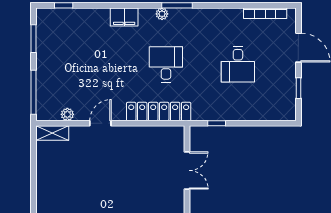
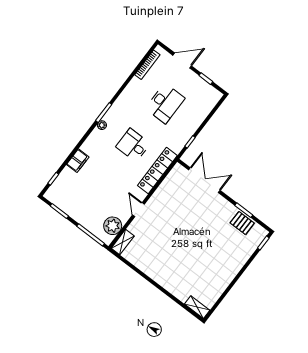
filing cabinet: (124, 17) -> (78, 161), moved
desk: (238, 64) -> (165, 103), width x1.37
plant: (67, 114) -> (113, 226), width x1.88, depth x1.88
double door: (187, 170) -> (204, 180), width x1.37

